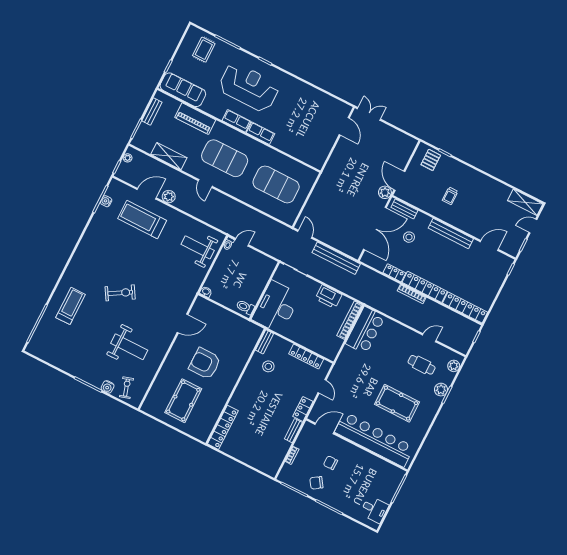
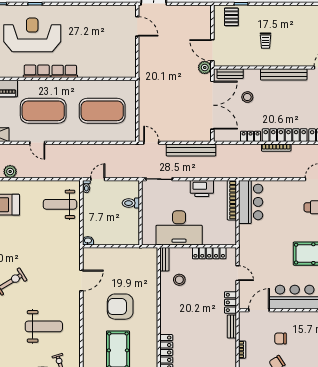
toilet: (245, 307) -> (131, 203), moved
desk: (276, 307) -> (179, 228), moved, turned -90

